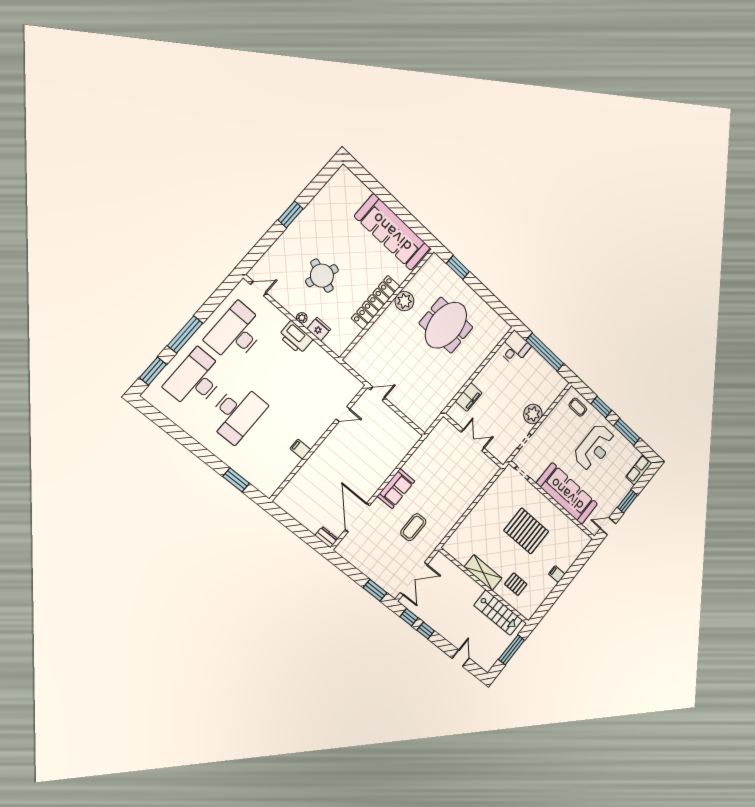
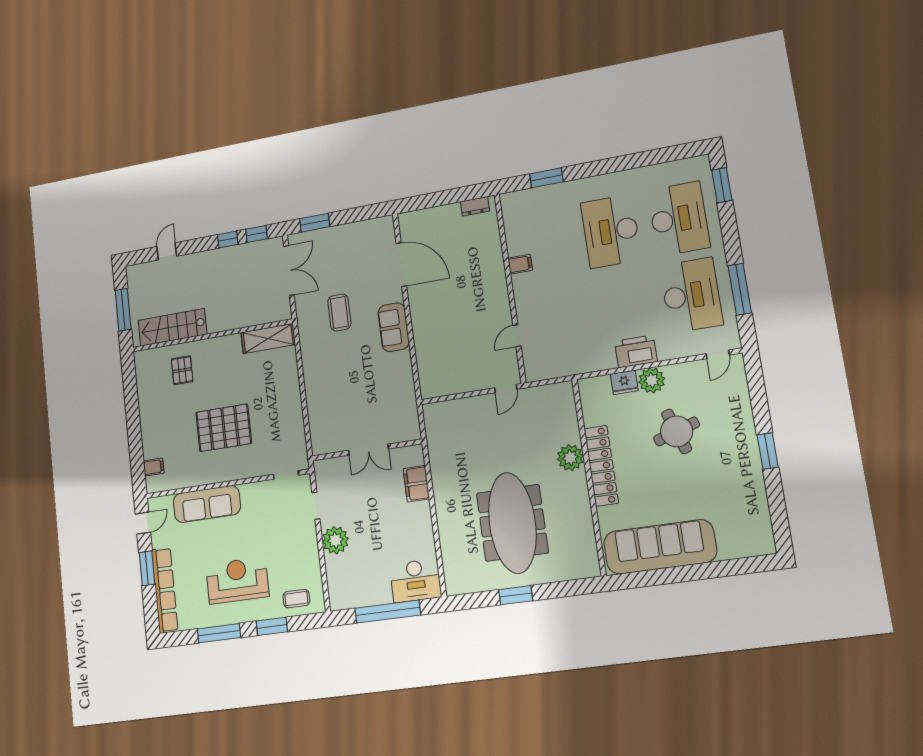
window: (458, 267) -> (516, 595), moved
round table: (322, 276) -> (677, 431), turned -38
plant: (404, 301) -> (570, 458), moved
plant: (302, 318) -> (652, 380), width x1.87, depth x1.87
meeting table: (446, 325) -> (512, 523), width x1.36
window: (185, 334) -> (740, 289), moved
desk: (514, 348) -> (416, 581), width x1.37
reception desk: (595, 447) -> (237, 580), turned 90
row of seats: (639, 470) -> (165, 590), width x2.02
sofa: (567, 494) -> (207, 504), width x0.74, depth x0.79
dresser: (326, 537) -> (475, 206), moved
shelving: (483, 573) -> (268, 339), moved
filing cabinet: (557, 574) -> (154, 467), moved
double door: (414, 579) -> (289, 270), swing flipped
pallet: (516, 584) -> (182, 370), turned 90
door: (461, 658) -> (167, 251), swing flipped

